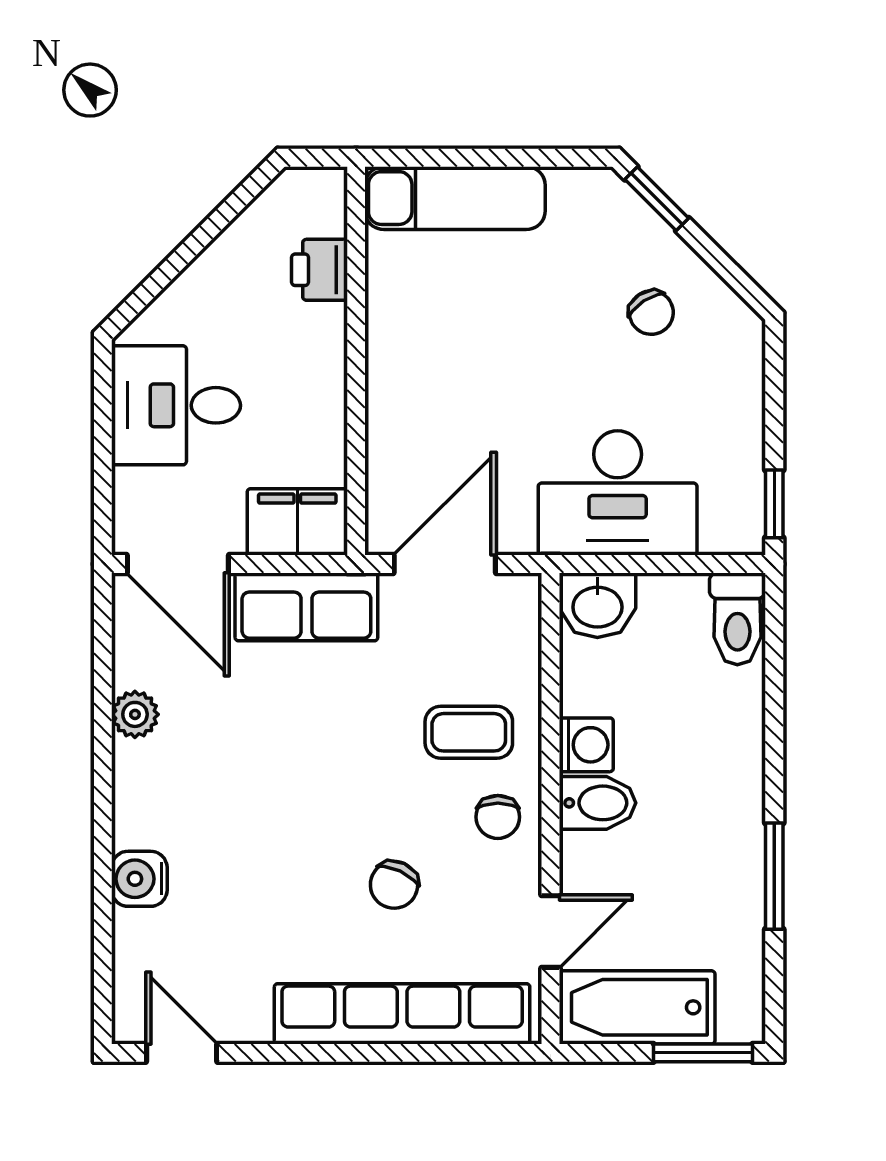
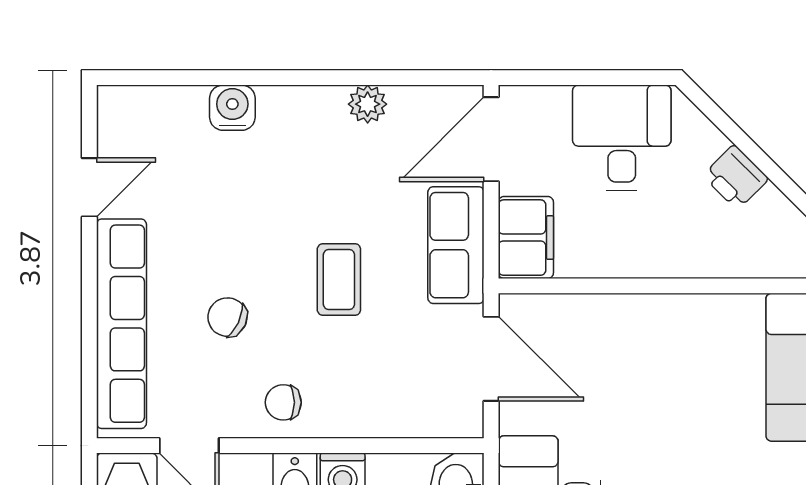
printer: (319, 270) -> (736, 177), moved, turned -135
coffee table: (469, 732) -> (339, 279), moved
door: (182, 1053) -> (89, 187), moved

